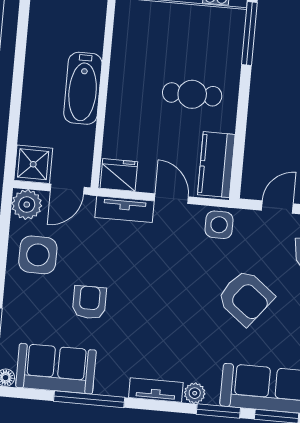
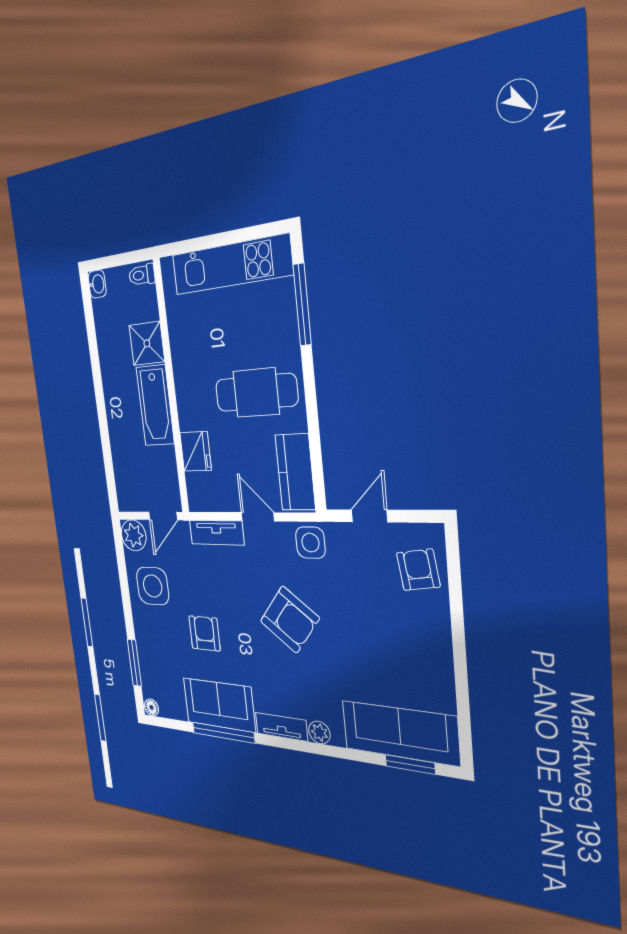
cafe table: (192, 94) -> (256, 393), width x1.37, depth x1.35
shower: (33, 164) -> (147, 343), moved
fridge: (119, 175) -> (196, 451), moved, turned 90
armchair: (245, 297) -> (290, 620), moved
sofa: (56, 369) -> (219, 705), moved
window: (218, 411) -> (347, 754), removed

